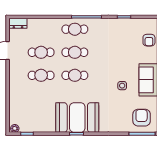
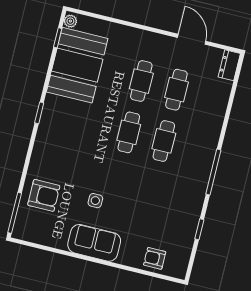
cafe table: (75, 29) -> (199, 150), removed
booth: (77, 118) -> (77, 65), moved
armchair: (142, 118) -> (44, 195), moved

